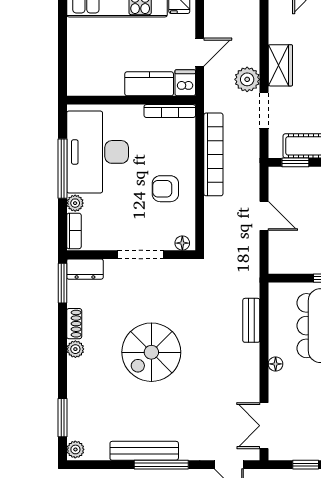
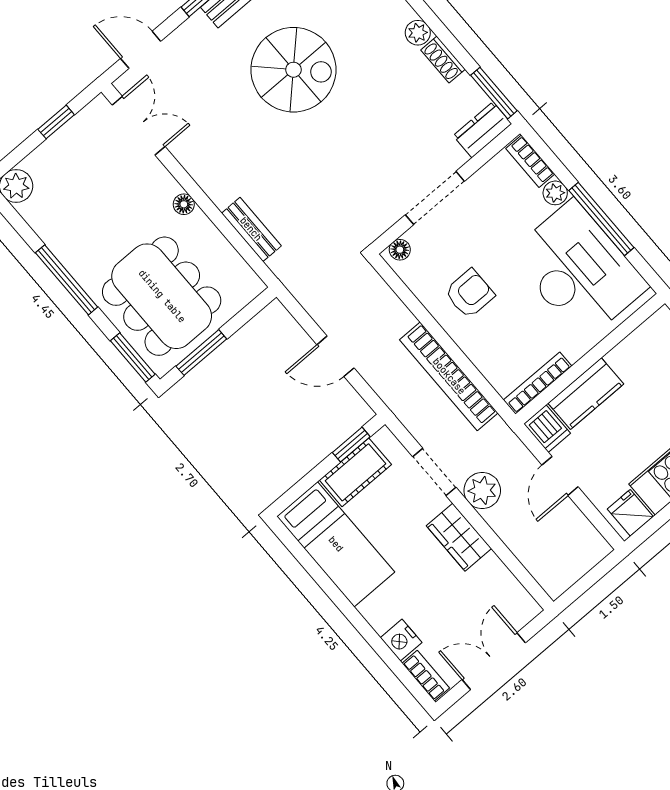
spiral stairs: (151, 352) -> (293, 70), moved, turned 90

